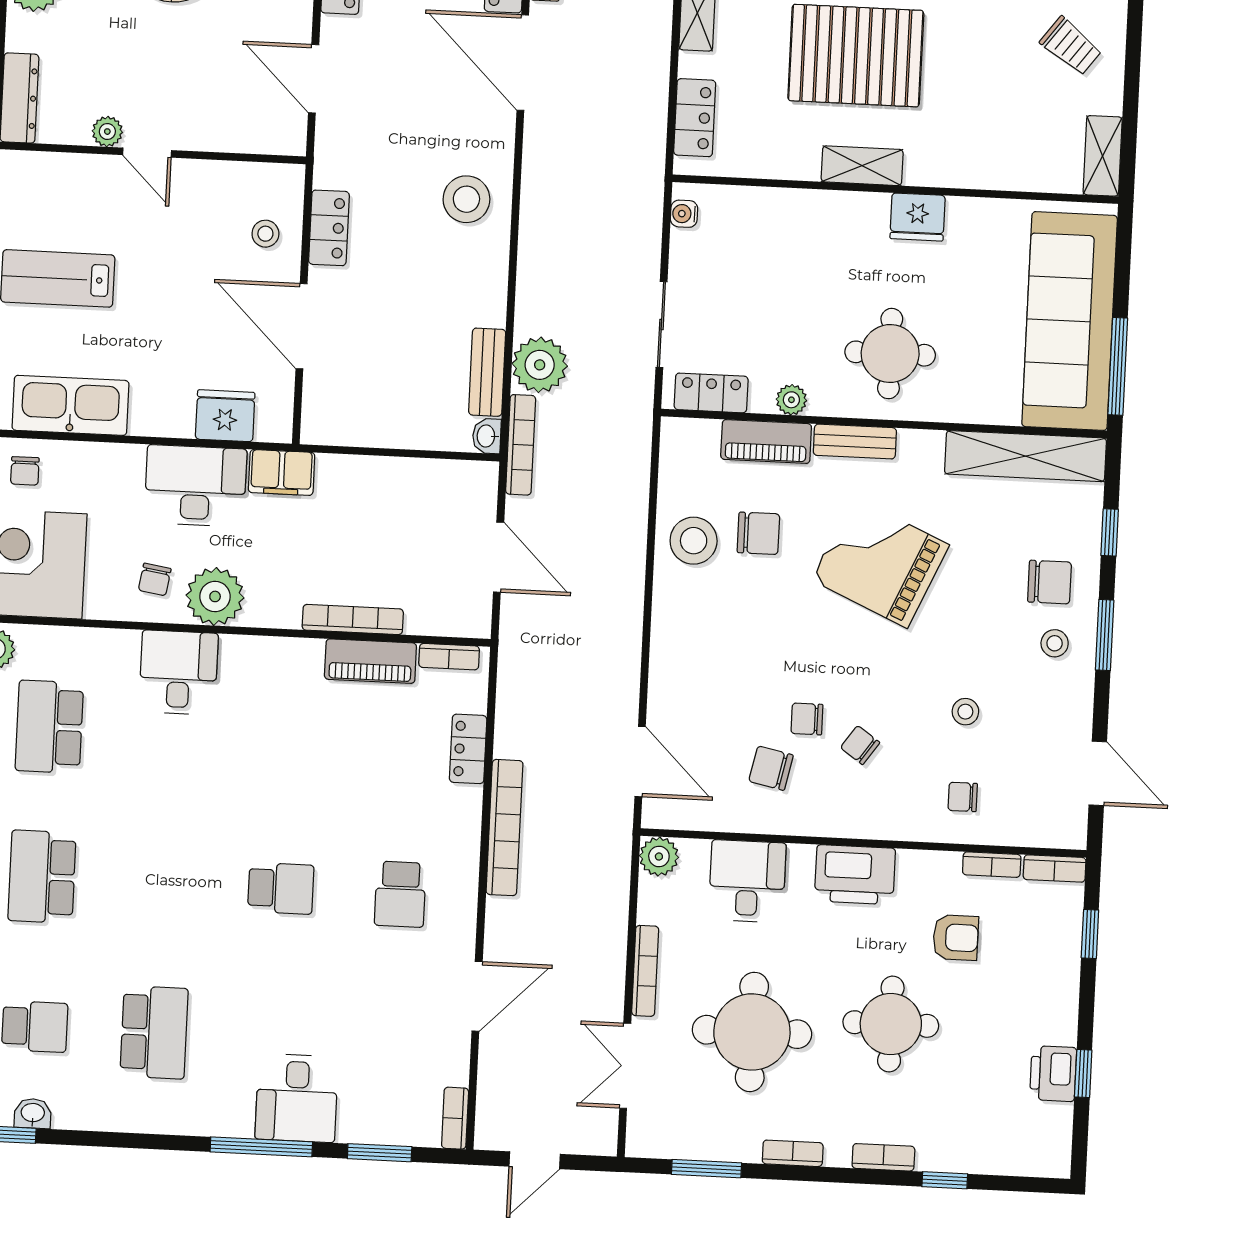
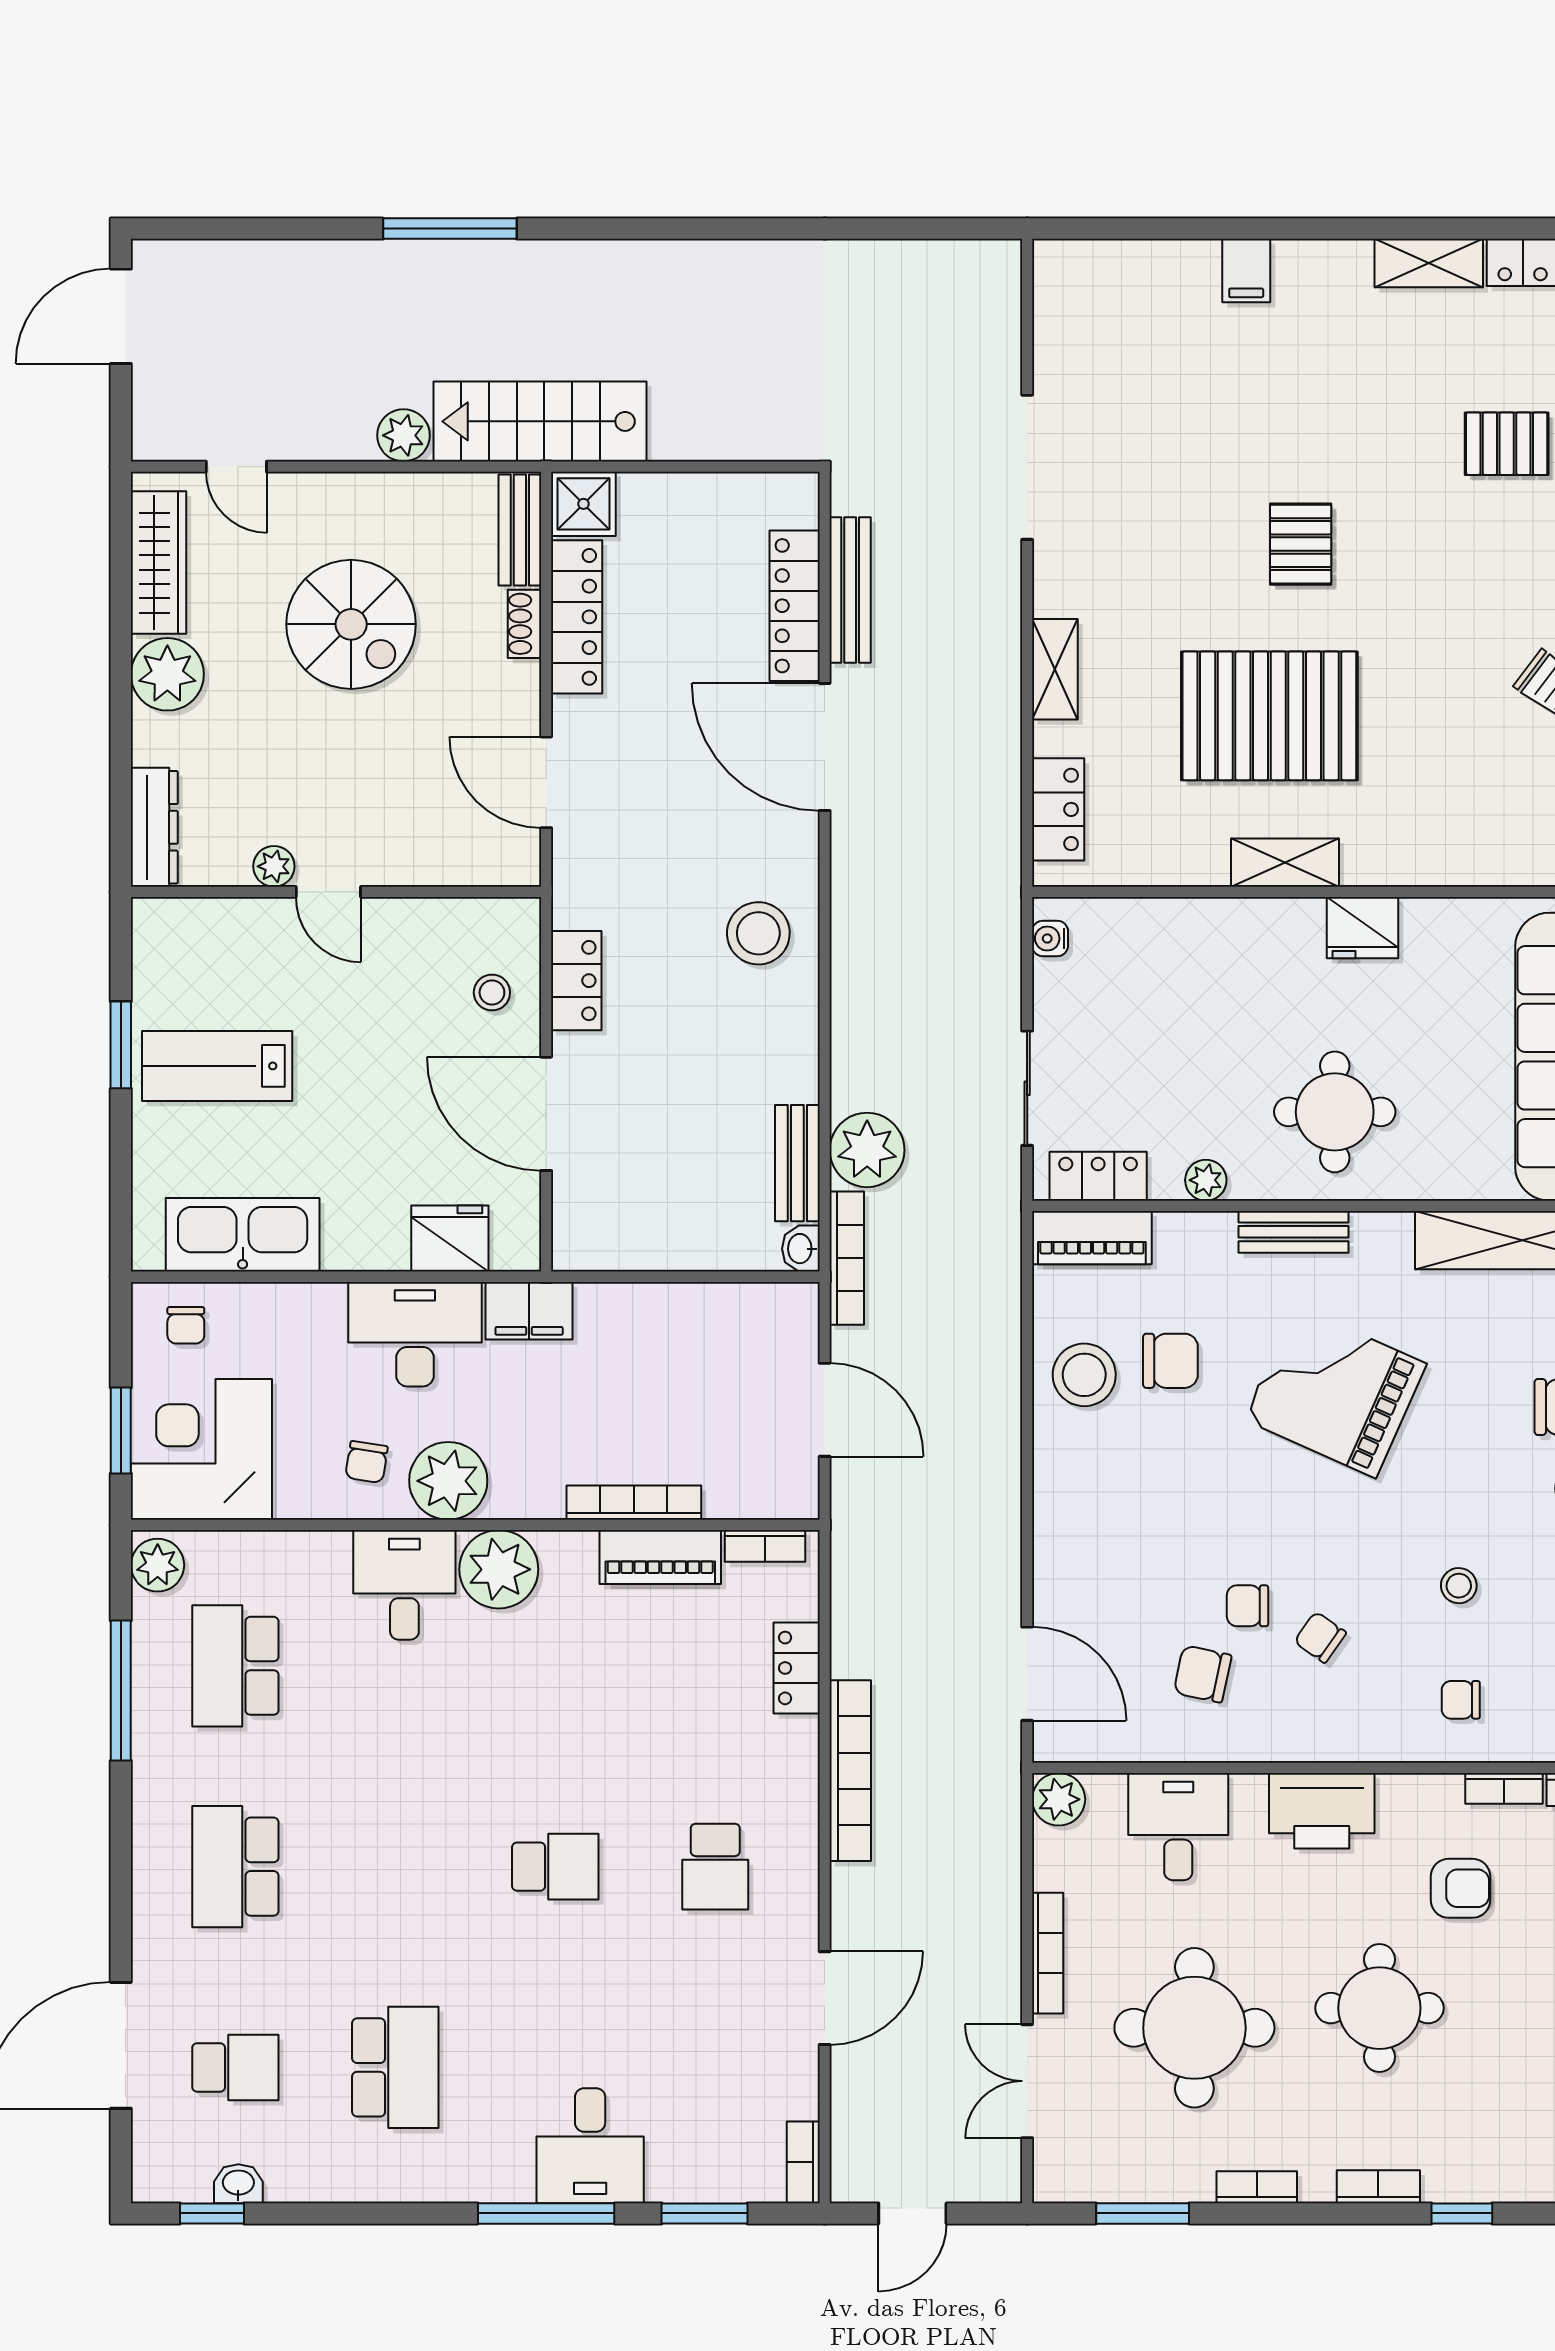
piano: (766, 442) -> (1092, 1238), moved
plant: (250, 664) -> (499, 1569), added

